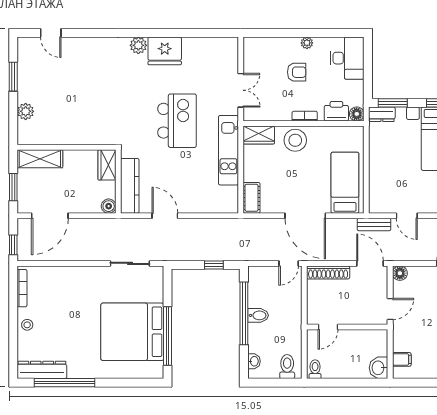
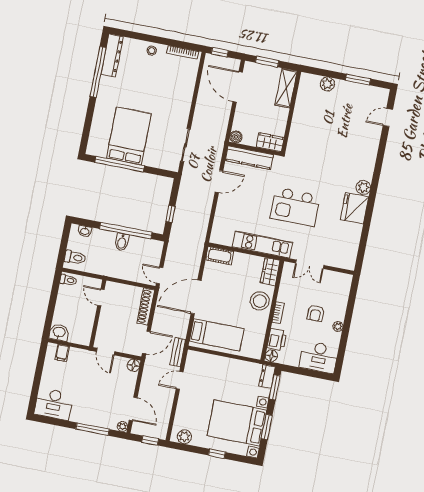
bed: (132, 332) -> (129, 136), width x0.73

